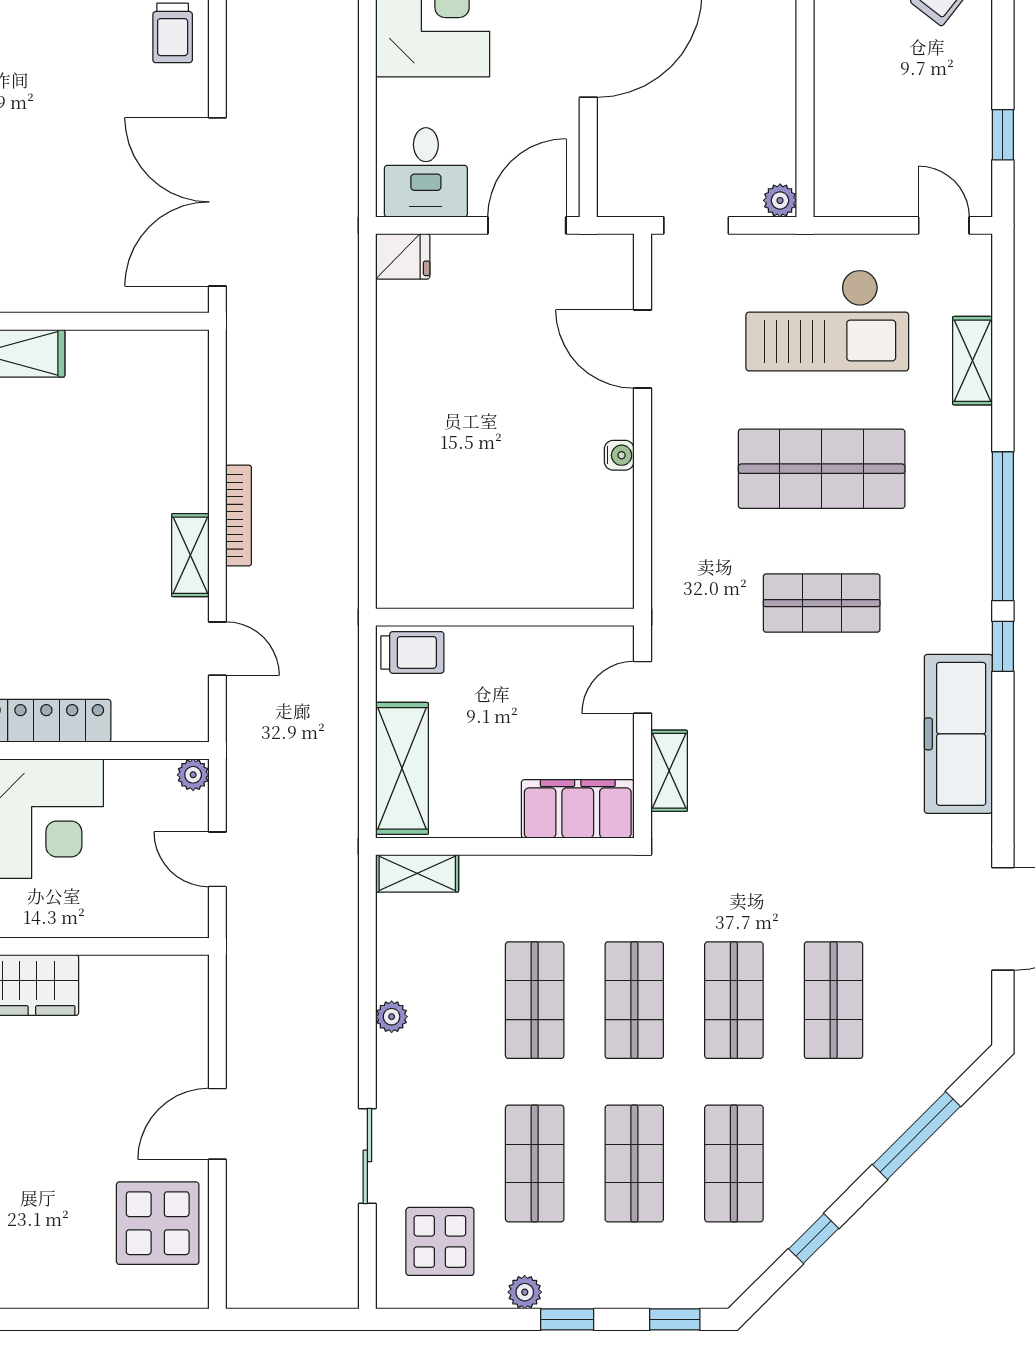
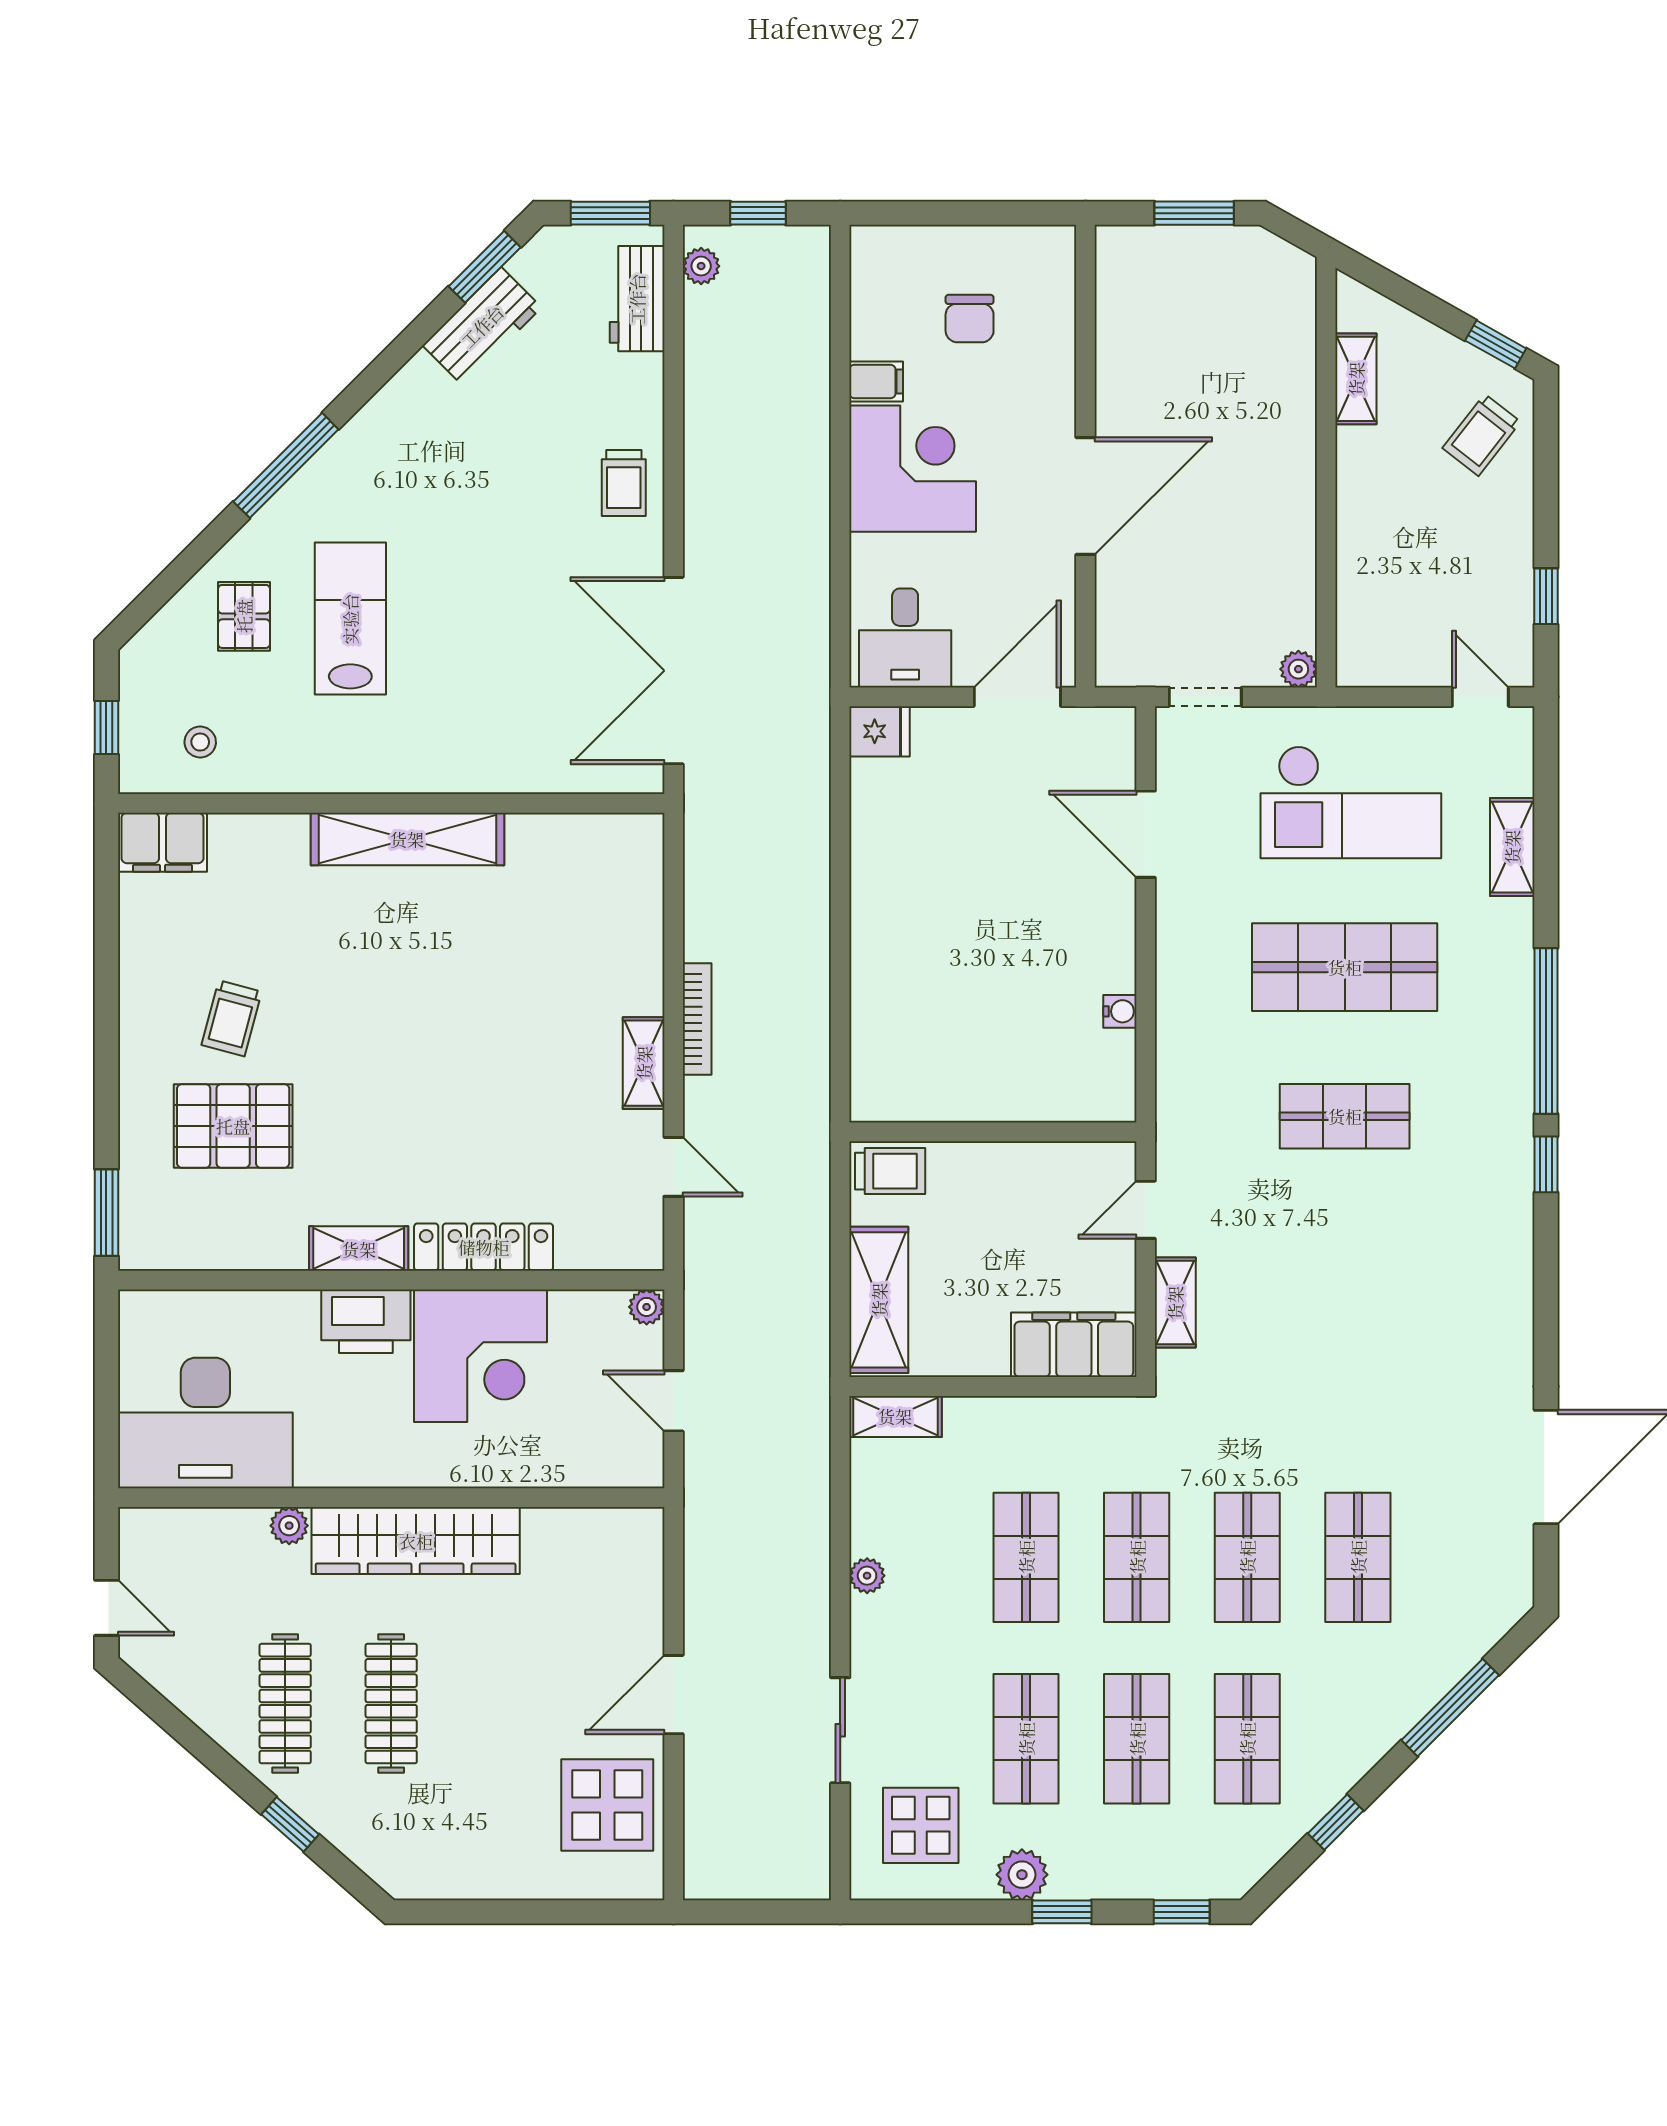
water cooler: (619, 455) -> (1120, 1011), moved
freezer: (958, 734) -> (1497, 1262), removed
plant: (525, 1292) -> (1022, 1875), width x1.38, depth x1.38

